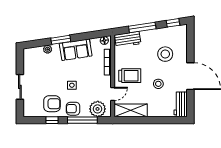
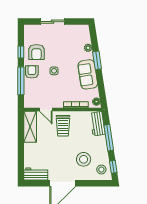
stool: (158, 84) -> (101, 170), moved
plant: (98, 109) -> (32, 95), removed

